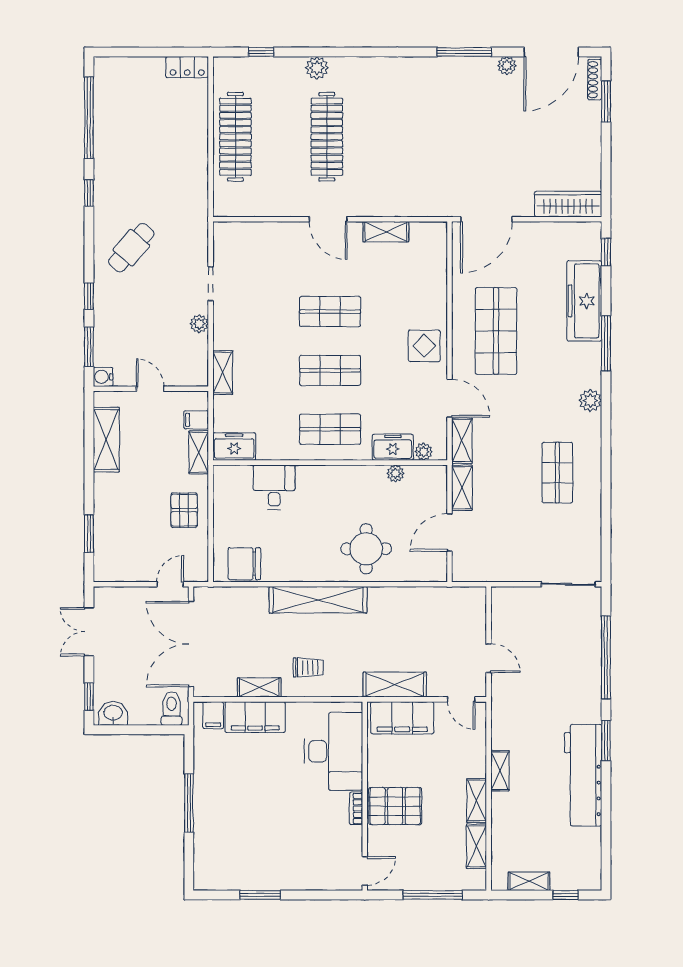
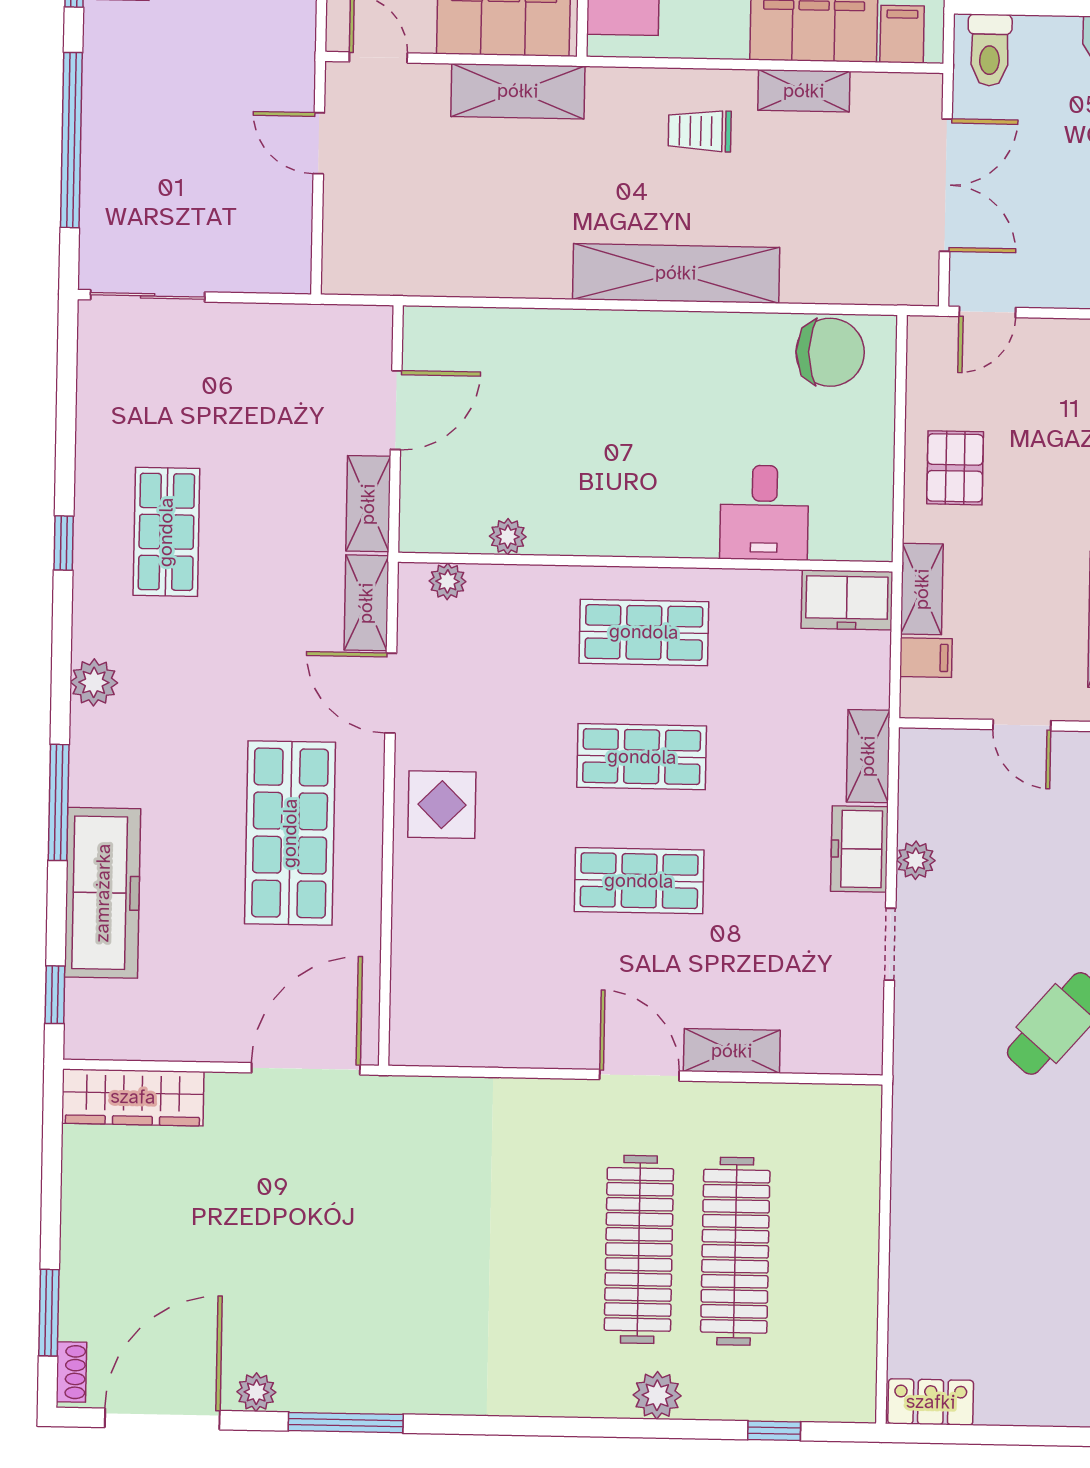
shoe rack: (595, 80) -> (71, 1372), width x0.70
clothes rail: (235, 137) -> (735, 1251), moved
shelving: (386, 232) -> (732, 1051), moved
freezer: (393, 447) -> (859, 849), moved, turned 90
window: (606, 466) -> (64, 543), added
round table: (366, 549) -> (573, 379), removed
double door: (191, 644) -> (946, 185), width x0.73

